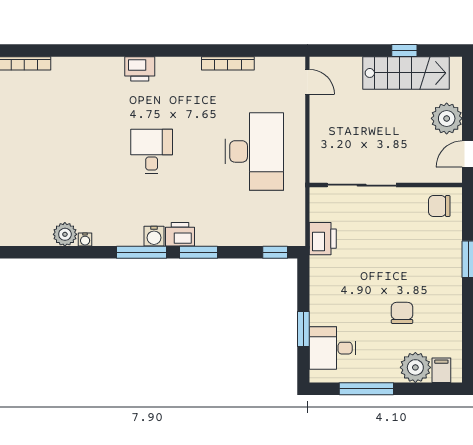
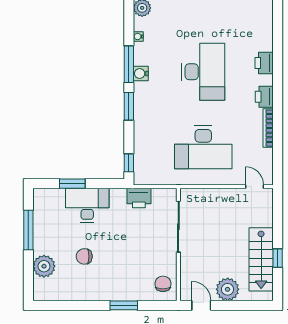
door: (307, 82) -> (255, 187), swing flipped
desk: (152, 151) -> (203, 72), width x1.87, depth x1.30
printer: (180, 234) -> (264, 97), moved, turned 180
water cooler: (85, 240) -> (138, 36), moved
chair: (402, 313) -> (84, 256), turned 180
desk: (333, 348) -> (87, 205), moved, width x1.37
filing cabinet: (441, 370) -> (42, 285), removed

